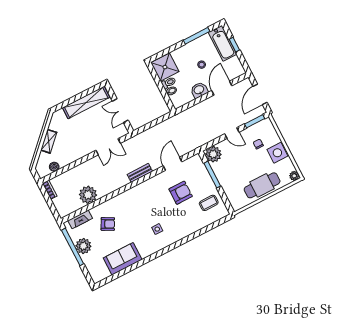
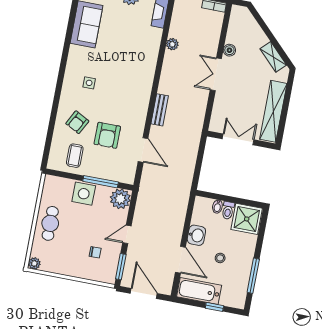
bathtub: (222, 43) -> (199, 291), moved
shelving: (49, 141) -> (273, 57), moved
double door: (108, 147) -> (216, 74), moved
side table: (277, 153) -> (84, 194), moved
boiler: (54, 167) -> (229, 50), moved
cafe table: (262, 185) -> (50, 223), width x0.73, depth x0.74
plant: (88, 195) -> (172, 44), width x0.53, depth x0.53
armchair: (108, 224) -> (77, 122), moved

